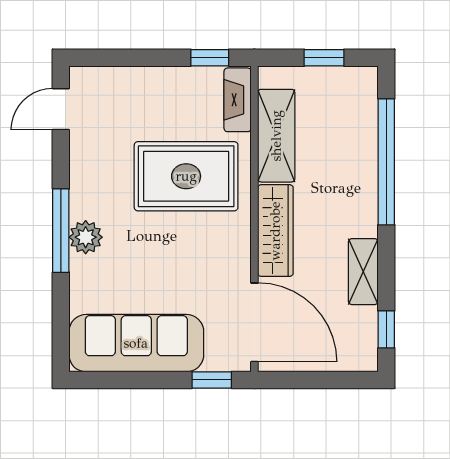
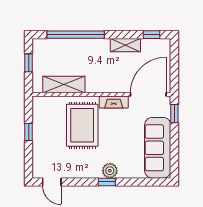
window: (210, 58) -> (29, 132), moved
fireplace: (238, 100) -> (114, 102), moved
window: (61, 231) -> (107, 182), width x0.46
wardrobe: (275, 231) -> (107, 85), removed

